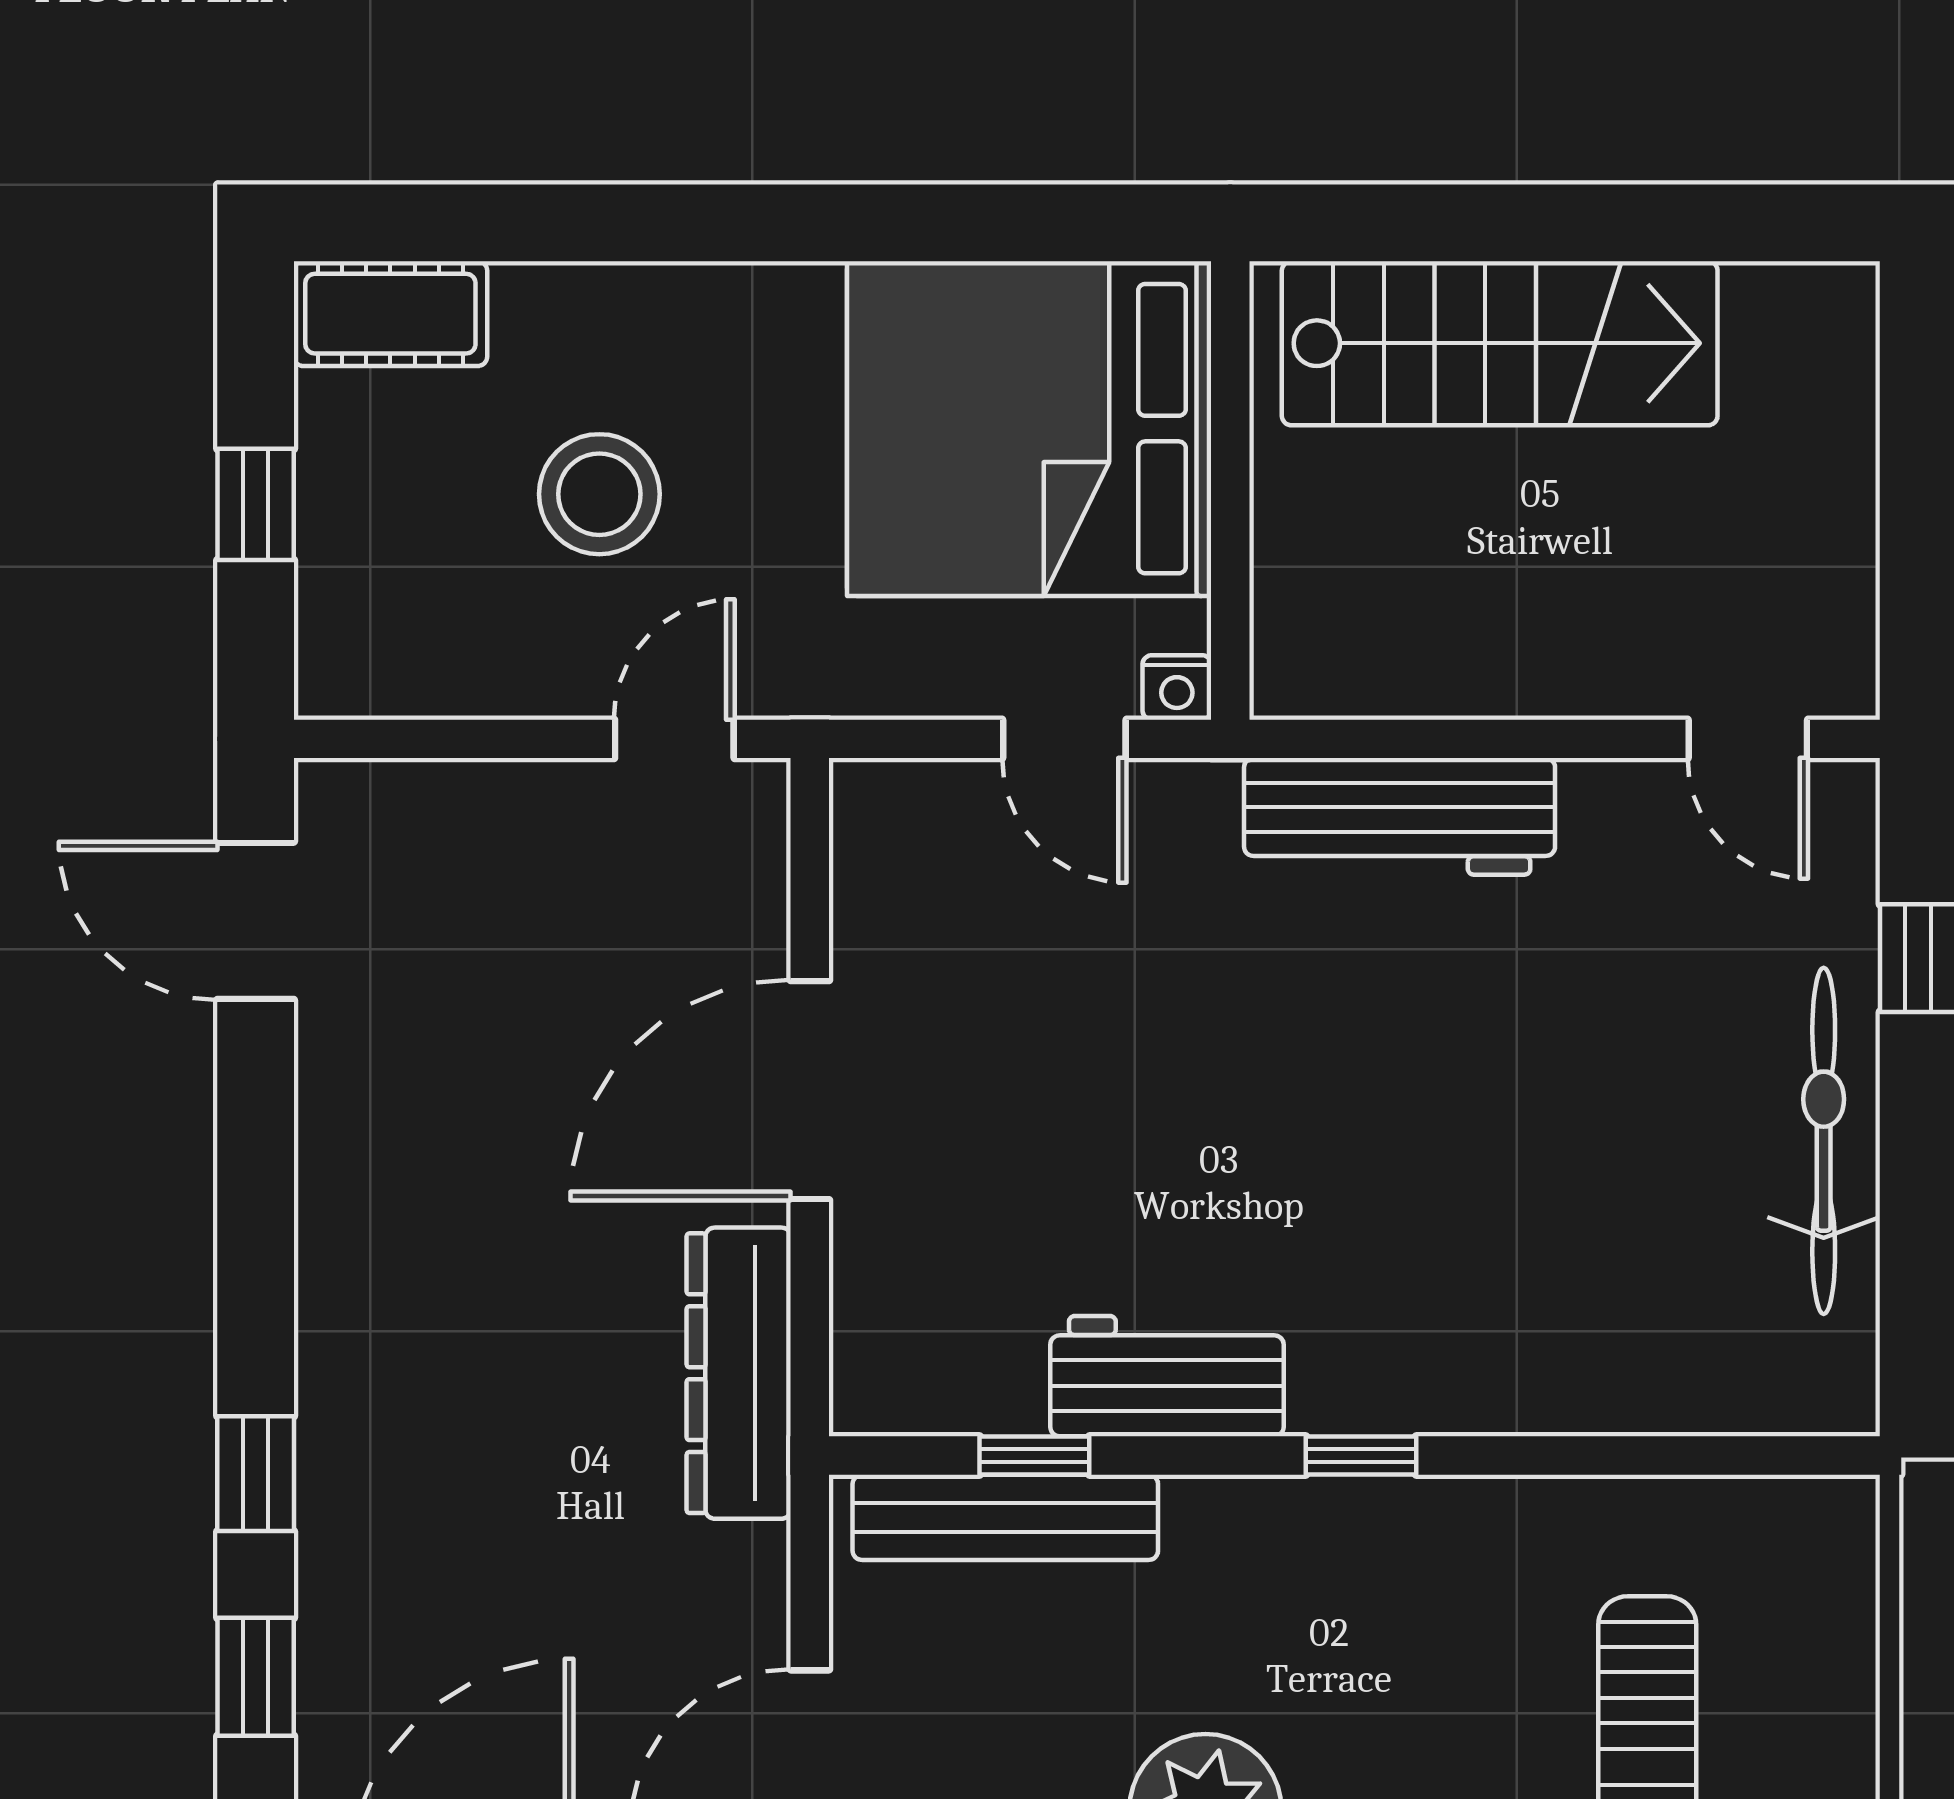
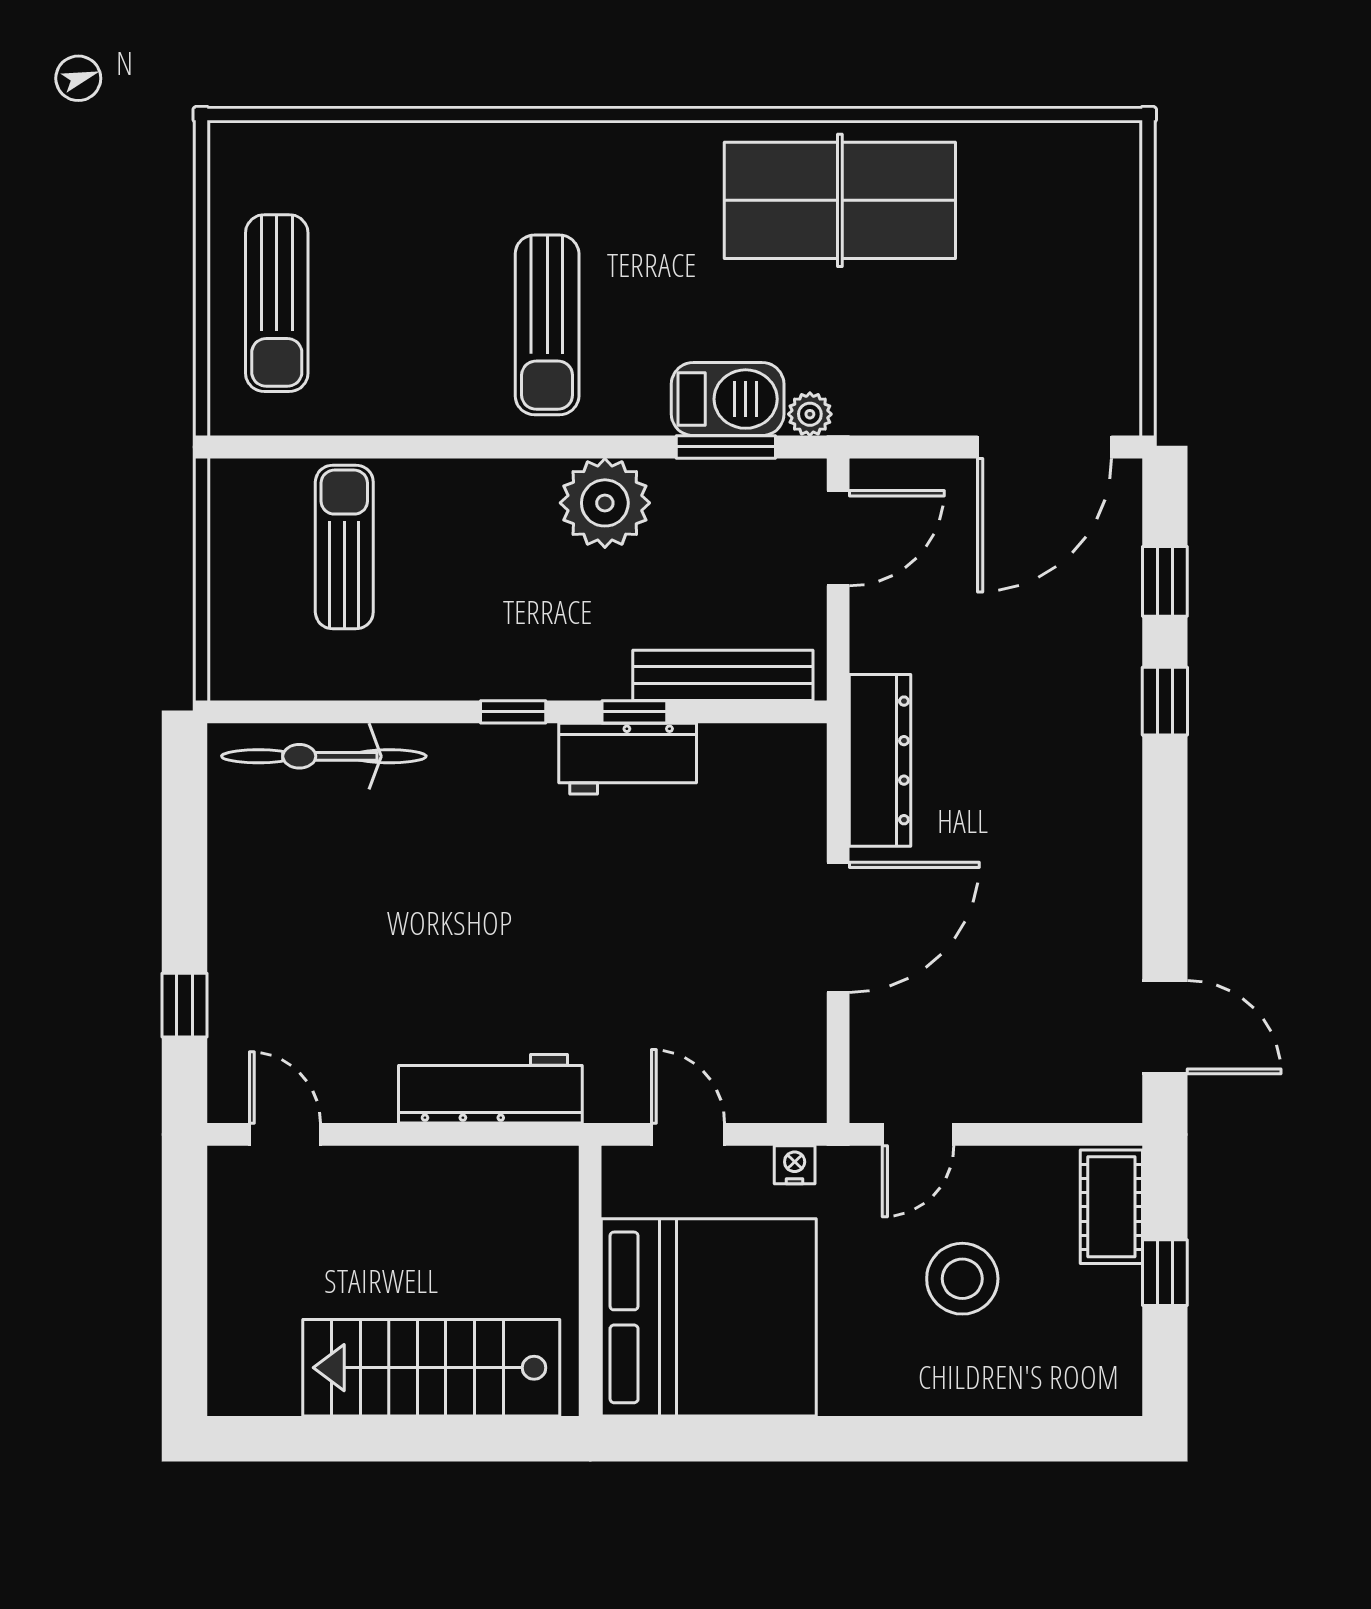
cot: (390, 314) -> (1111, 1207), moved, turned 90
nightstand: (1177, 687) -> (795, 1165), moved
bicycle: (1824, 1141) -> (324, 756), moved, turned 90
window: (1034, 1455) -> (634, 712), moved

